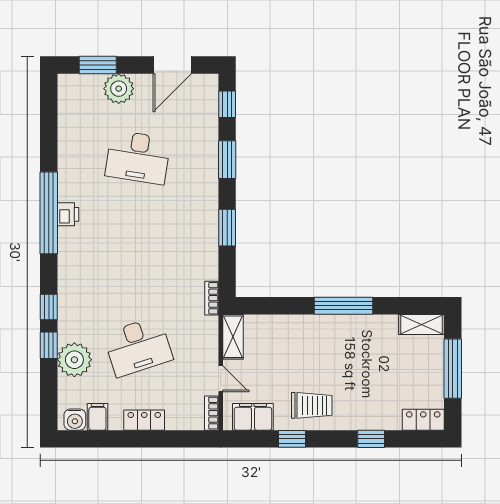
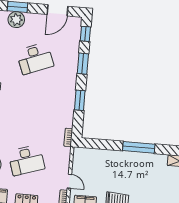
plant: (119, 89) -> (16, 20), moved
desk: (138, 157) -> (35, 58), turned -30
shelving: (233, 337) -> (78, 159), removed

